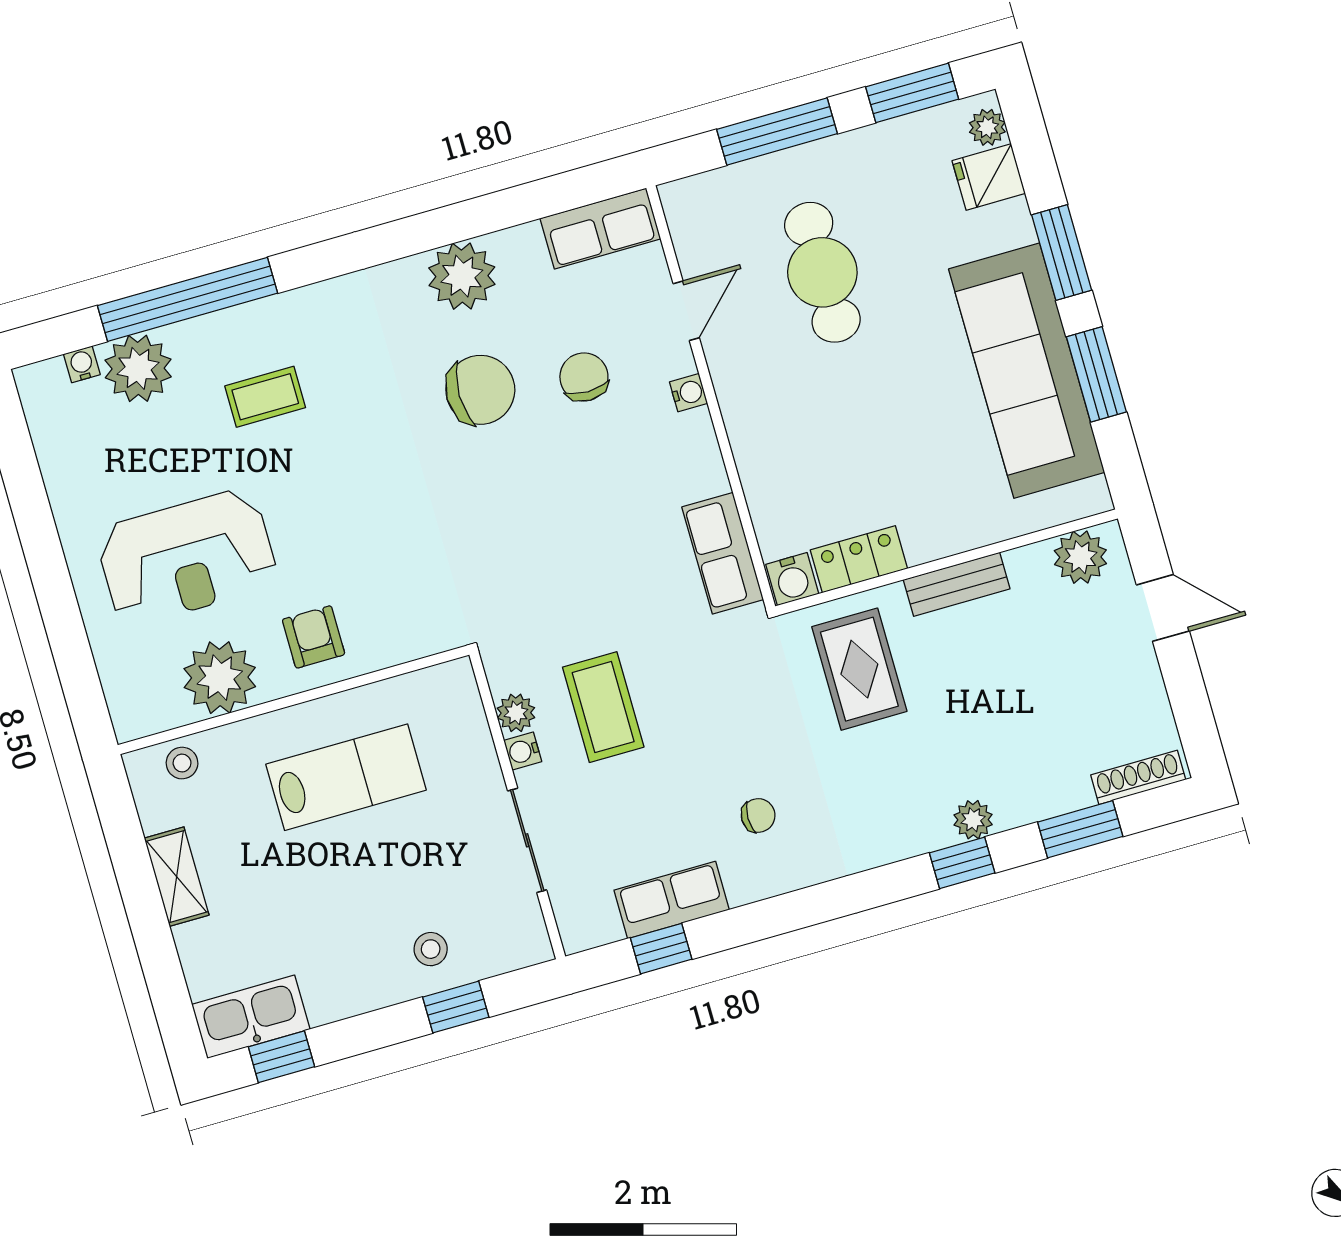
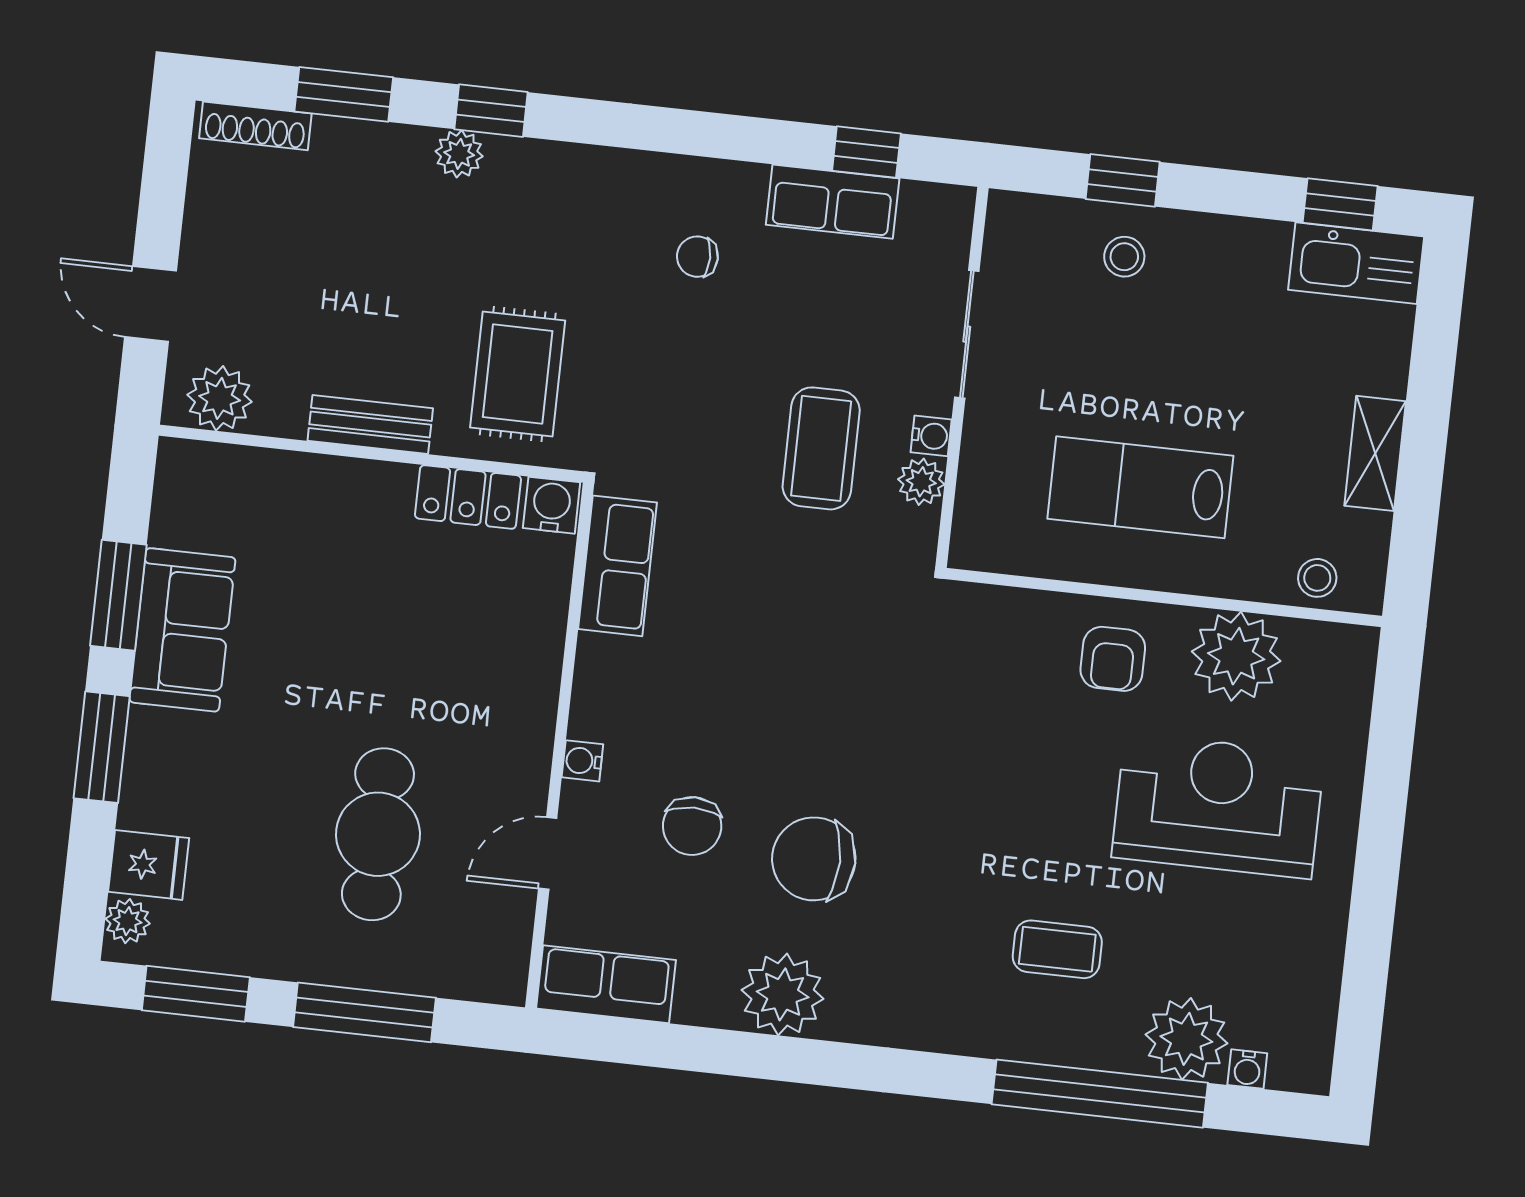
sofa: (1027, 371) -> (182, 630), width x0.54, depth x0.79

